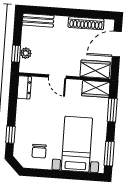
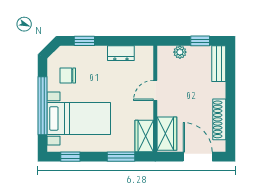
window: (16, 54) -> (200, 41), moved
dresser: (24, 87) -> (121, 53), moved
window: (109, 154) -> (70, 157), width x0.67
window: (64, 175) -> (43, 106), added

